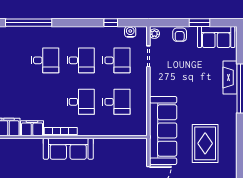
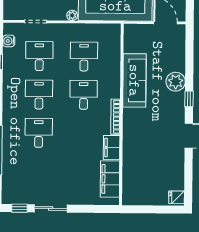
plant: (154, 34) -> (72, 15), moved
sofa: (68, 149) -> (134, 80), moved

